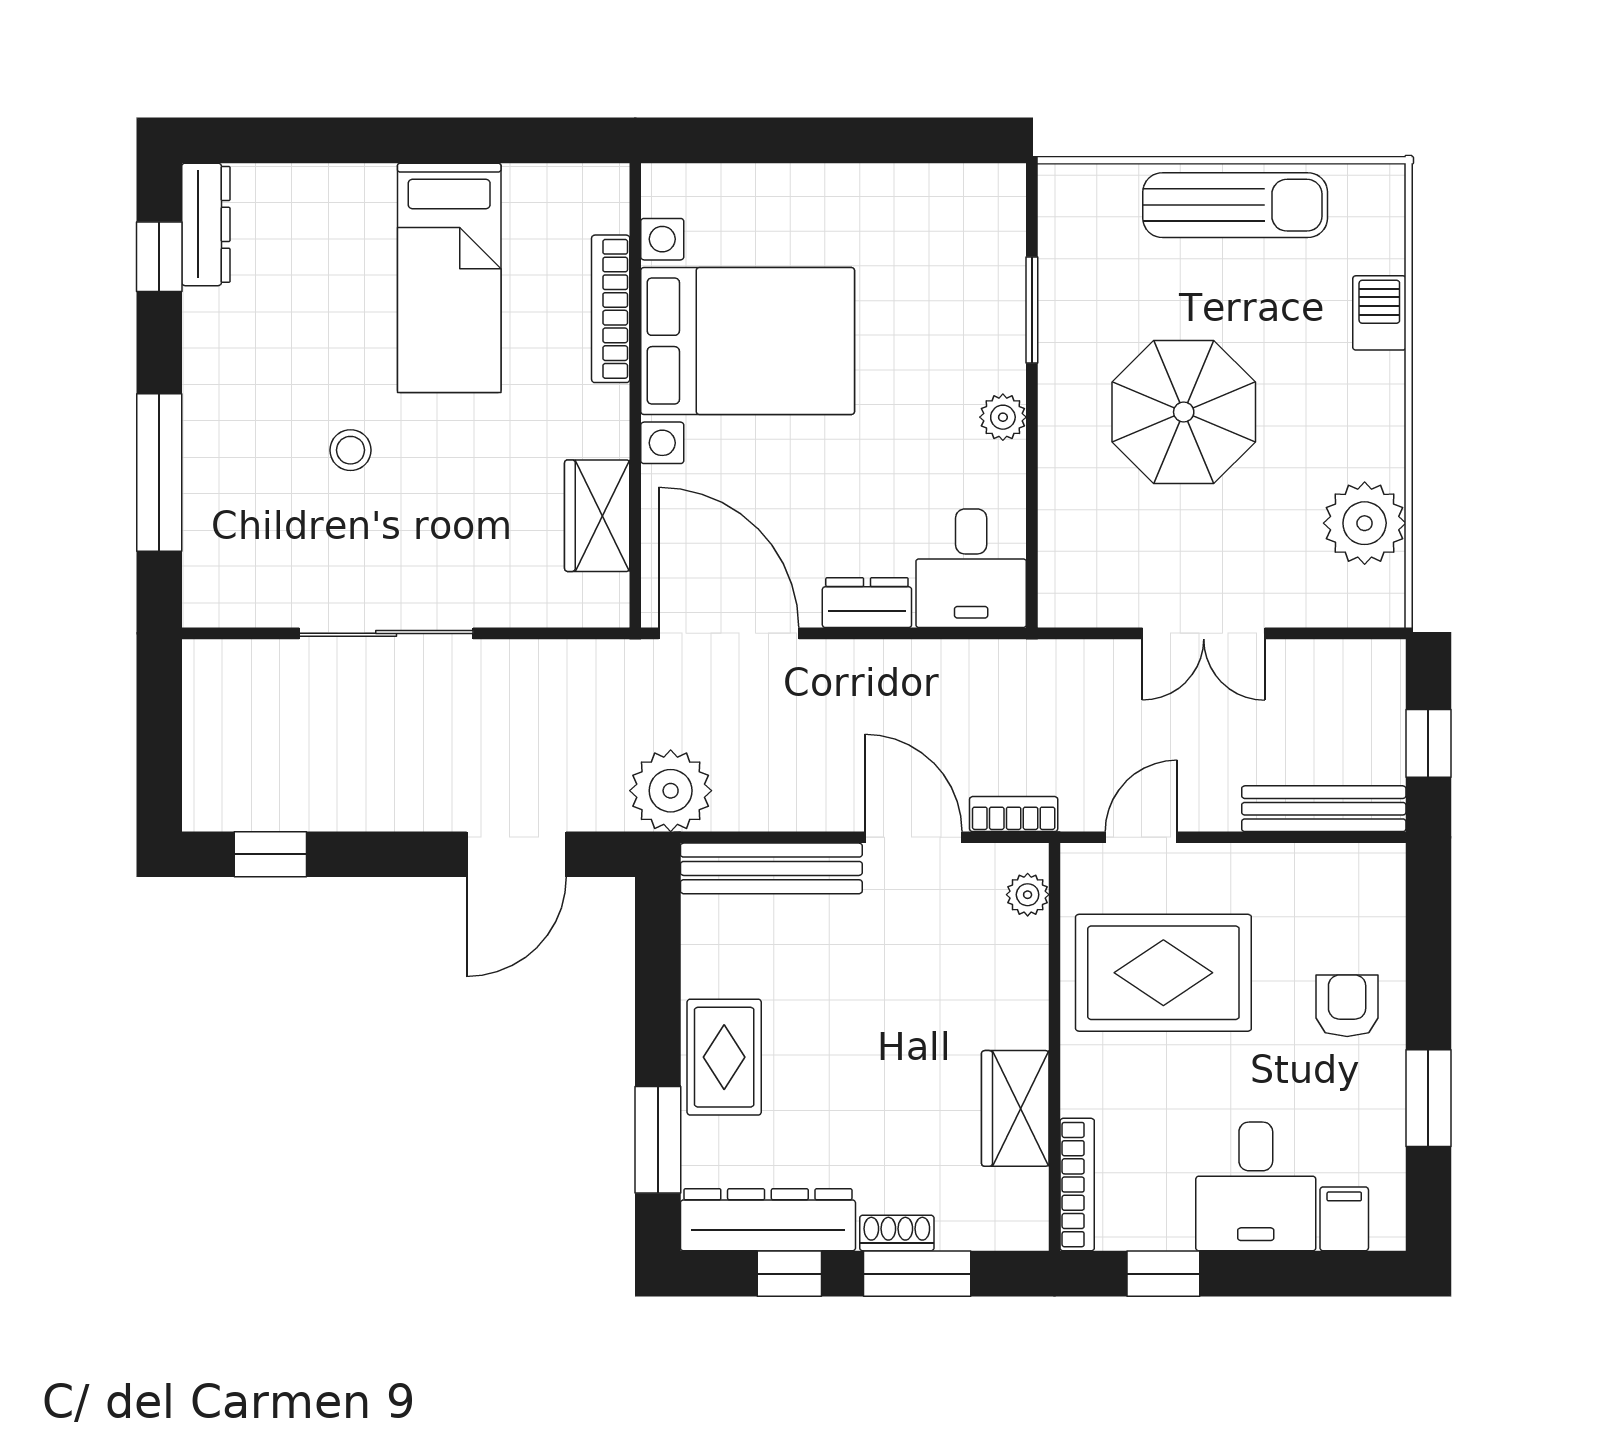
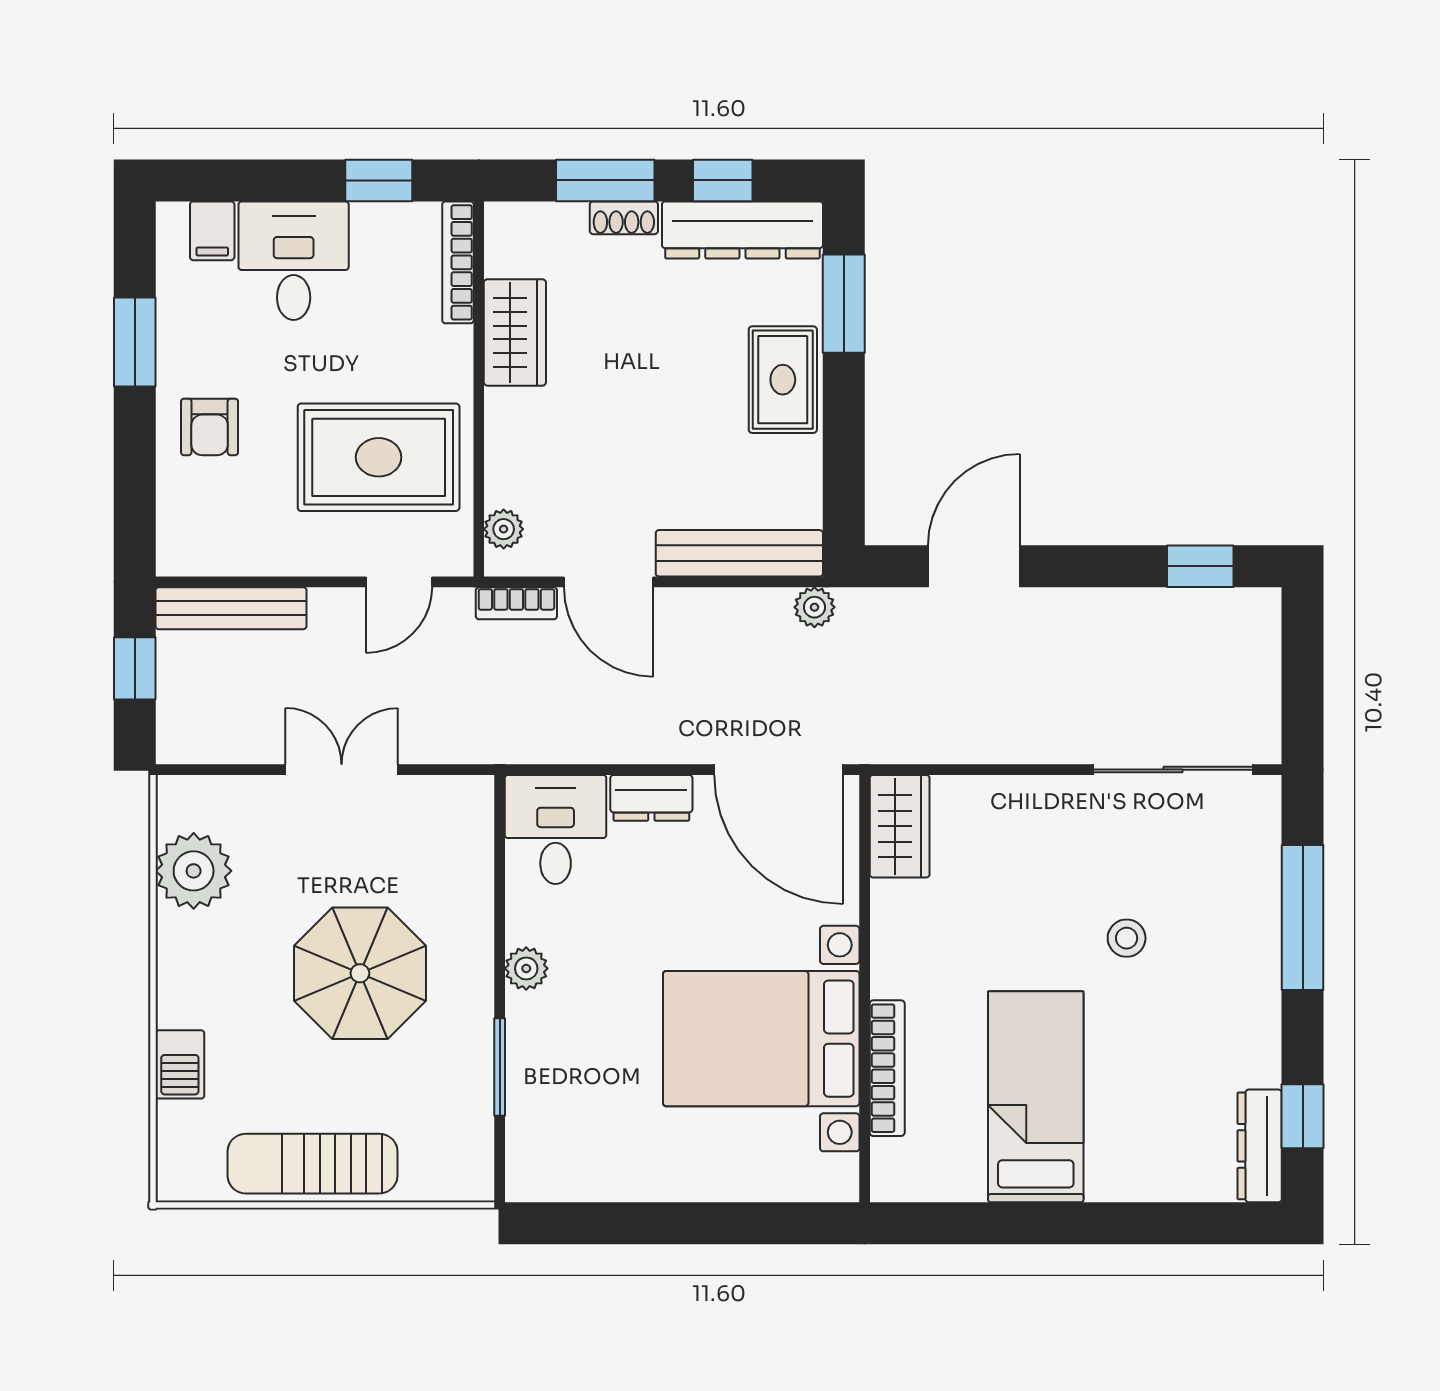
wardrobe: (597, 516) -> (900, 826), moved
sliding door: (386, 633) -> (1173, 770), moved
plant: (671, 791) -> (814, 607), width x0.53, depth x0.53

